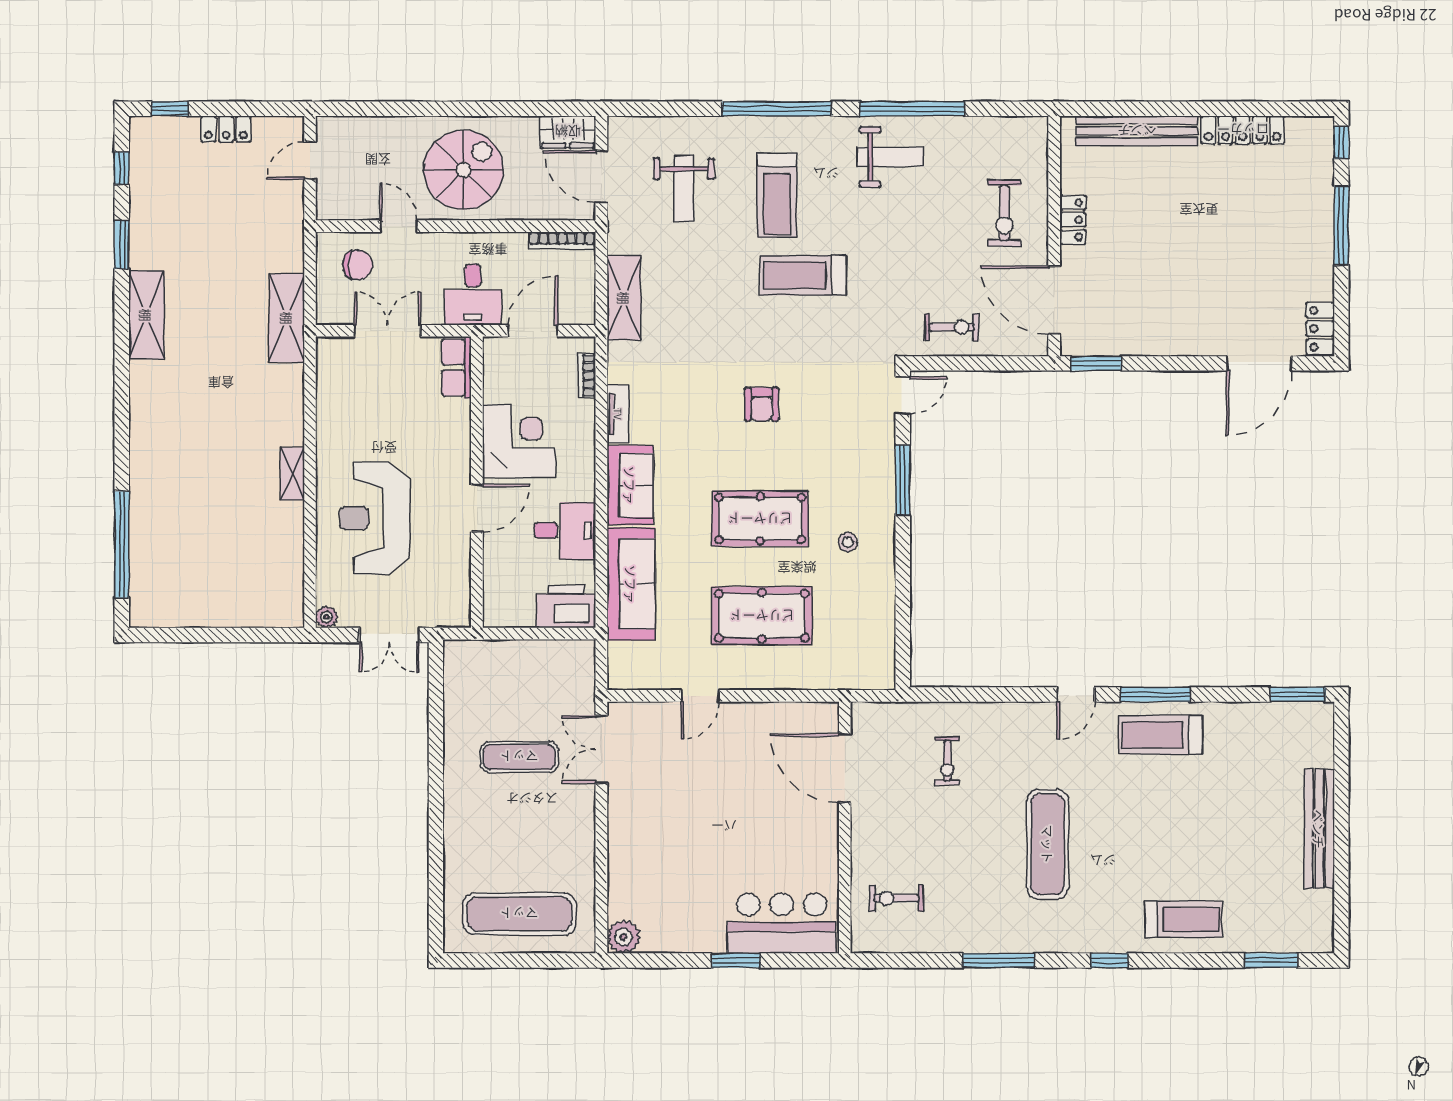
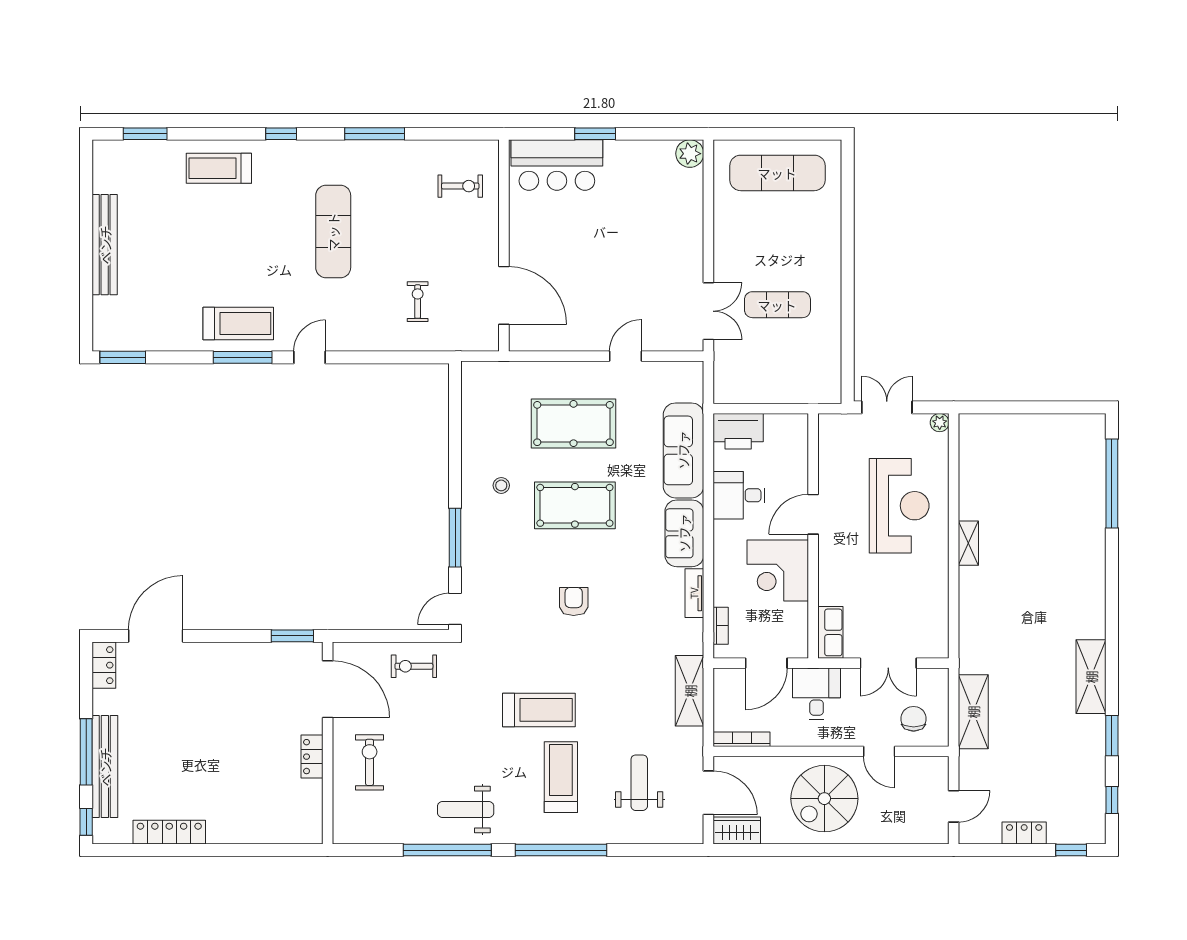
bench: (1137, 131) -> (105, 767), moved, turned 90
chair: (358, 265) -> (914, 719), turned 90
shelving: (287, 318) -> (973, 712), moved

